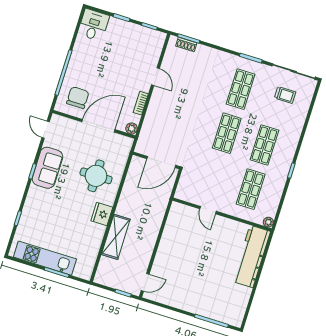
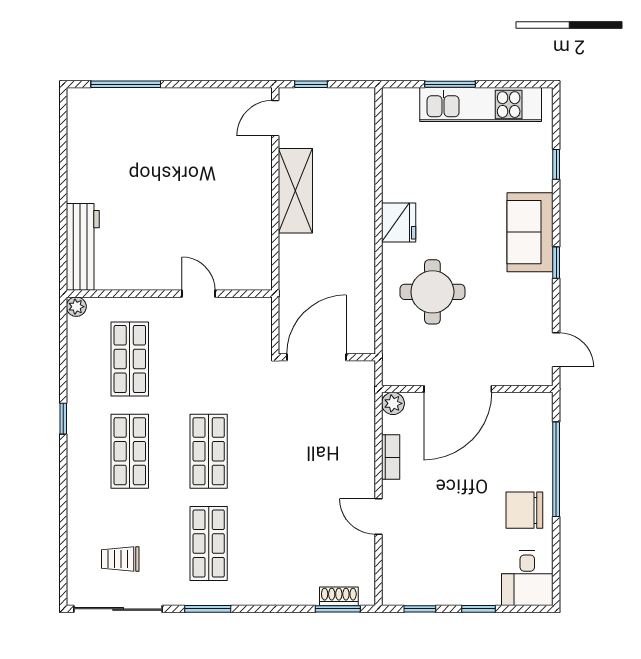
chair: (78, 98) -> (524, 510), moved, turned 90
sofa: (47, 168) -> (530, 232), moved
shelving: (116, 237) -> (295, 191), moved
workbench: (251, 256) -> (83, 247), width x0.73, depth x0.76

